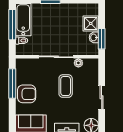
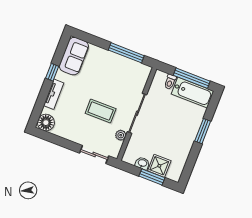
window: (102, 39) -> (152, 177), moved
armchair: (27, 94) -> (109, 64), removed
sliding door: (102, 97) -> (94, 155), moved

